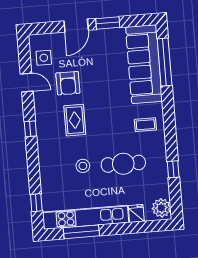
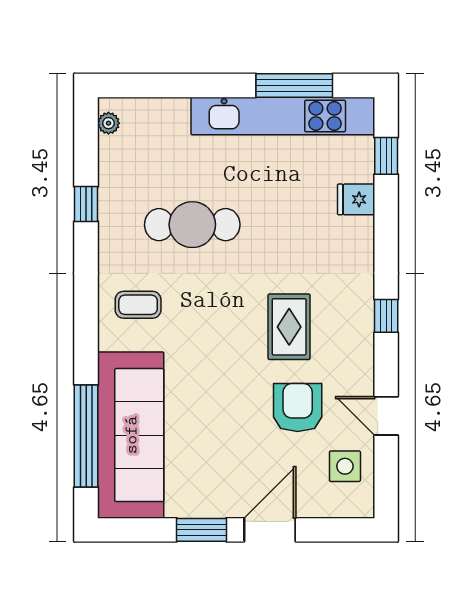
stool: (83, 166) -> (280, 227), removed
plant: (161, 208) -> (108, 123), width x0.53, depth x0.53
fridge: (136, 213) -> (356, 199), moved, turned 90

